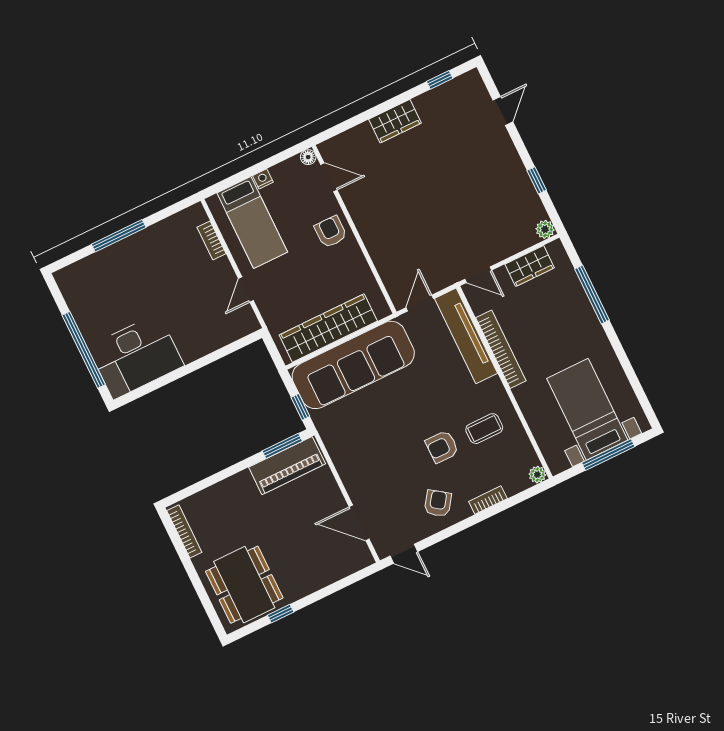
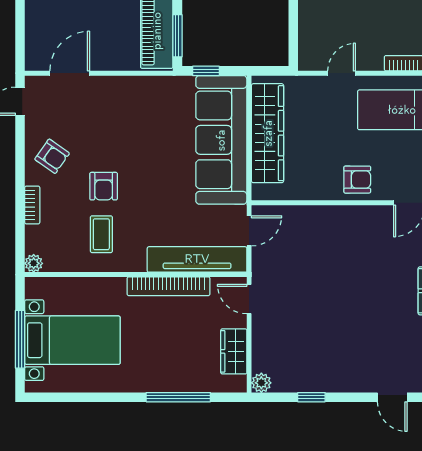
door: (478, 275) -> (249, 299), hinge flipped
door: (246, 289) -> (342, 73), hinge flipped
door: (420, 303) -> (249, 231), hinge flipped
armchair: (442, 447) -> (104, 186), turned 180

